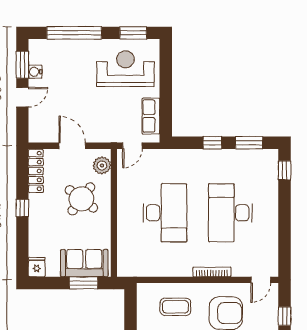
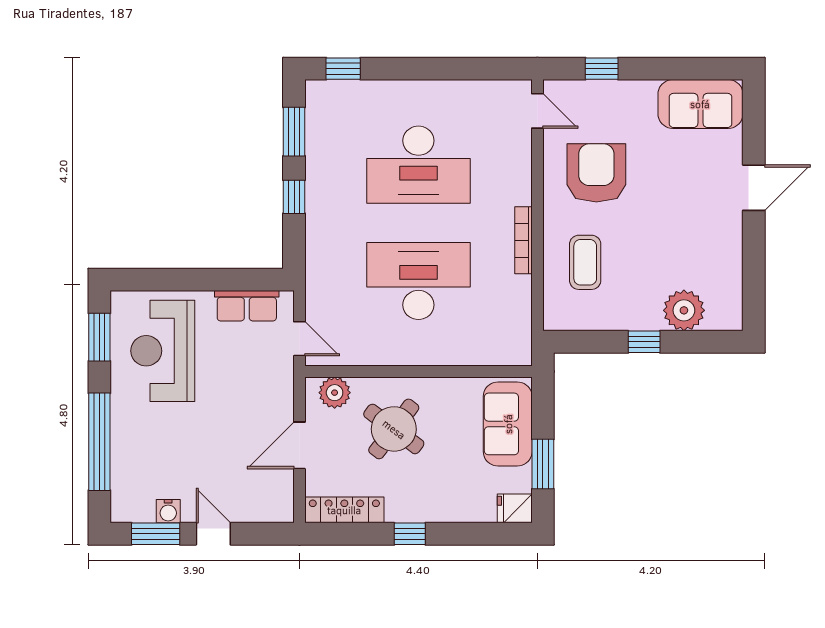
bookcase: (212, 272) -> (523, 240), moved
window: (83, 283) -> (543, 464), moved

